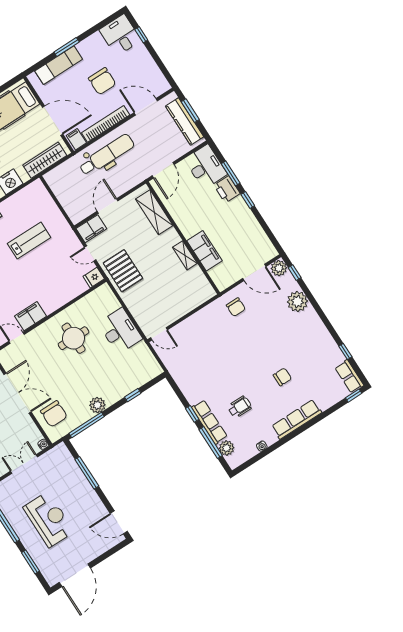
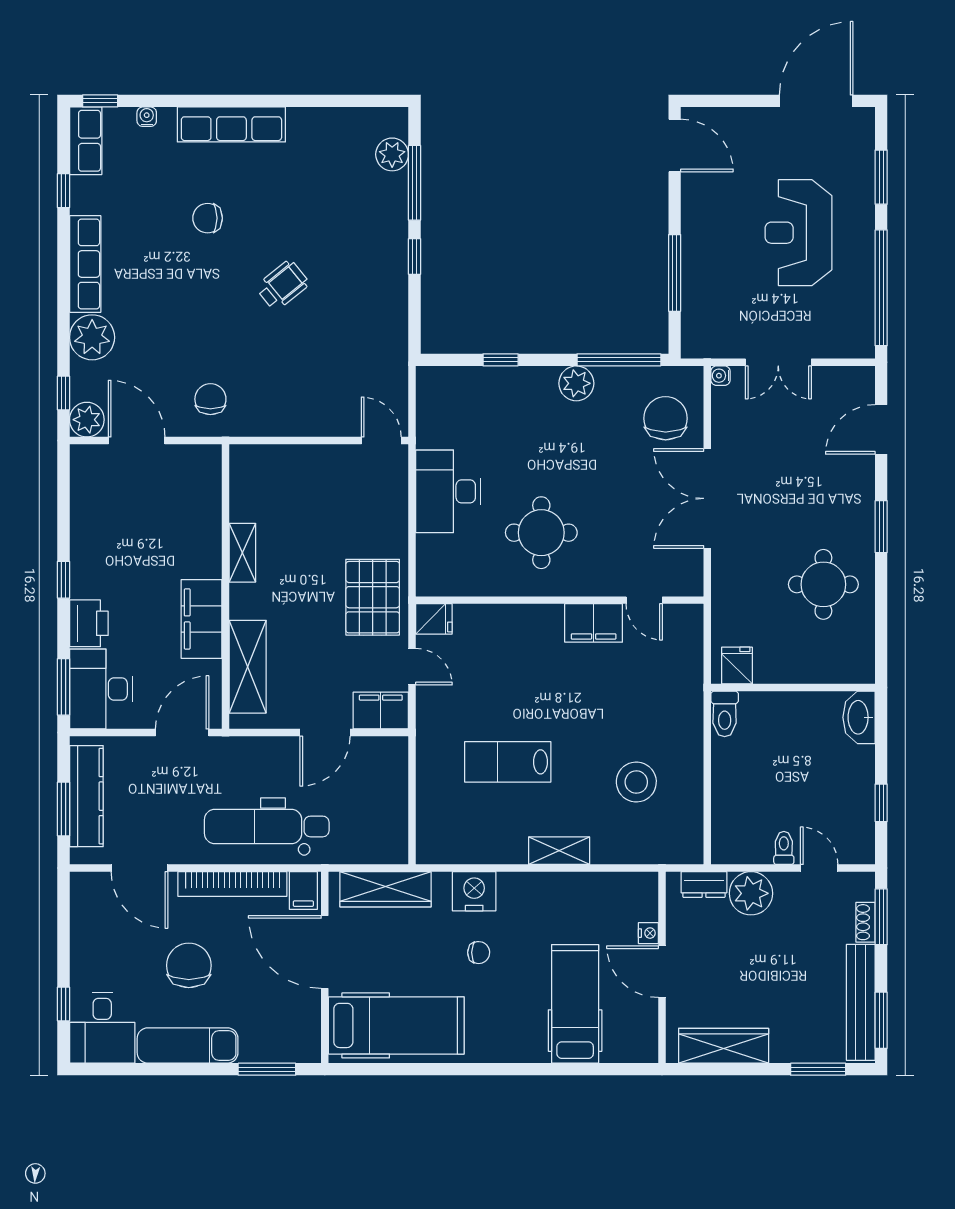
window: (67, 47) -> (267, 1069), moved
exam couch: (59, 65) -> (188, 1045), moved
window: (231, 173) -> (63, 687), moved
filing cabinet: (204, 251) -> (201, 619), moved
wheelchair: (240, 407) -> (283, 285), moved, turned 141
row of seats: (209, 422) -> (85, 264), moved, turned 180
water cooler: (262, 446) -> (147, 117), moved

